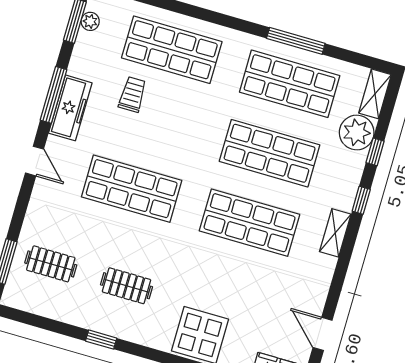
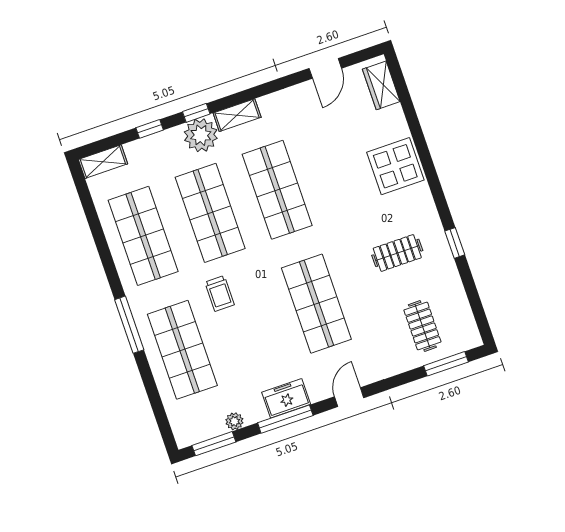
plant: (90, 21) -> (234, 421), moved
window: (296, 41) -> (129, 325), moved
trolley: (132, 94) -> (220, 293), moved, turned -90
freezer: (70, 108) -> (286, 398), width x0.71
plant: (357, 132) -> (201, 135), moved
clothes rail: (126, 286) -> (397, 253), turned 90

